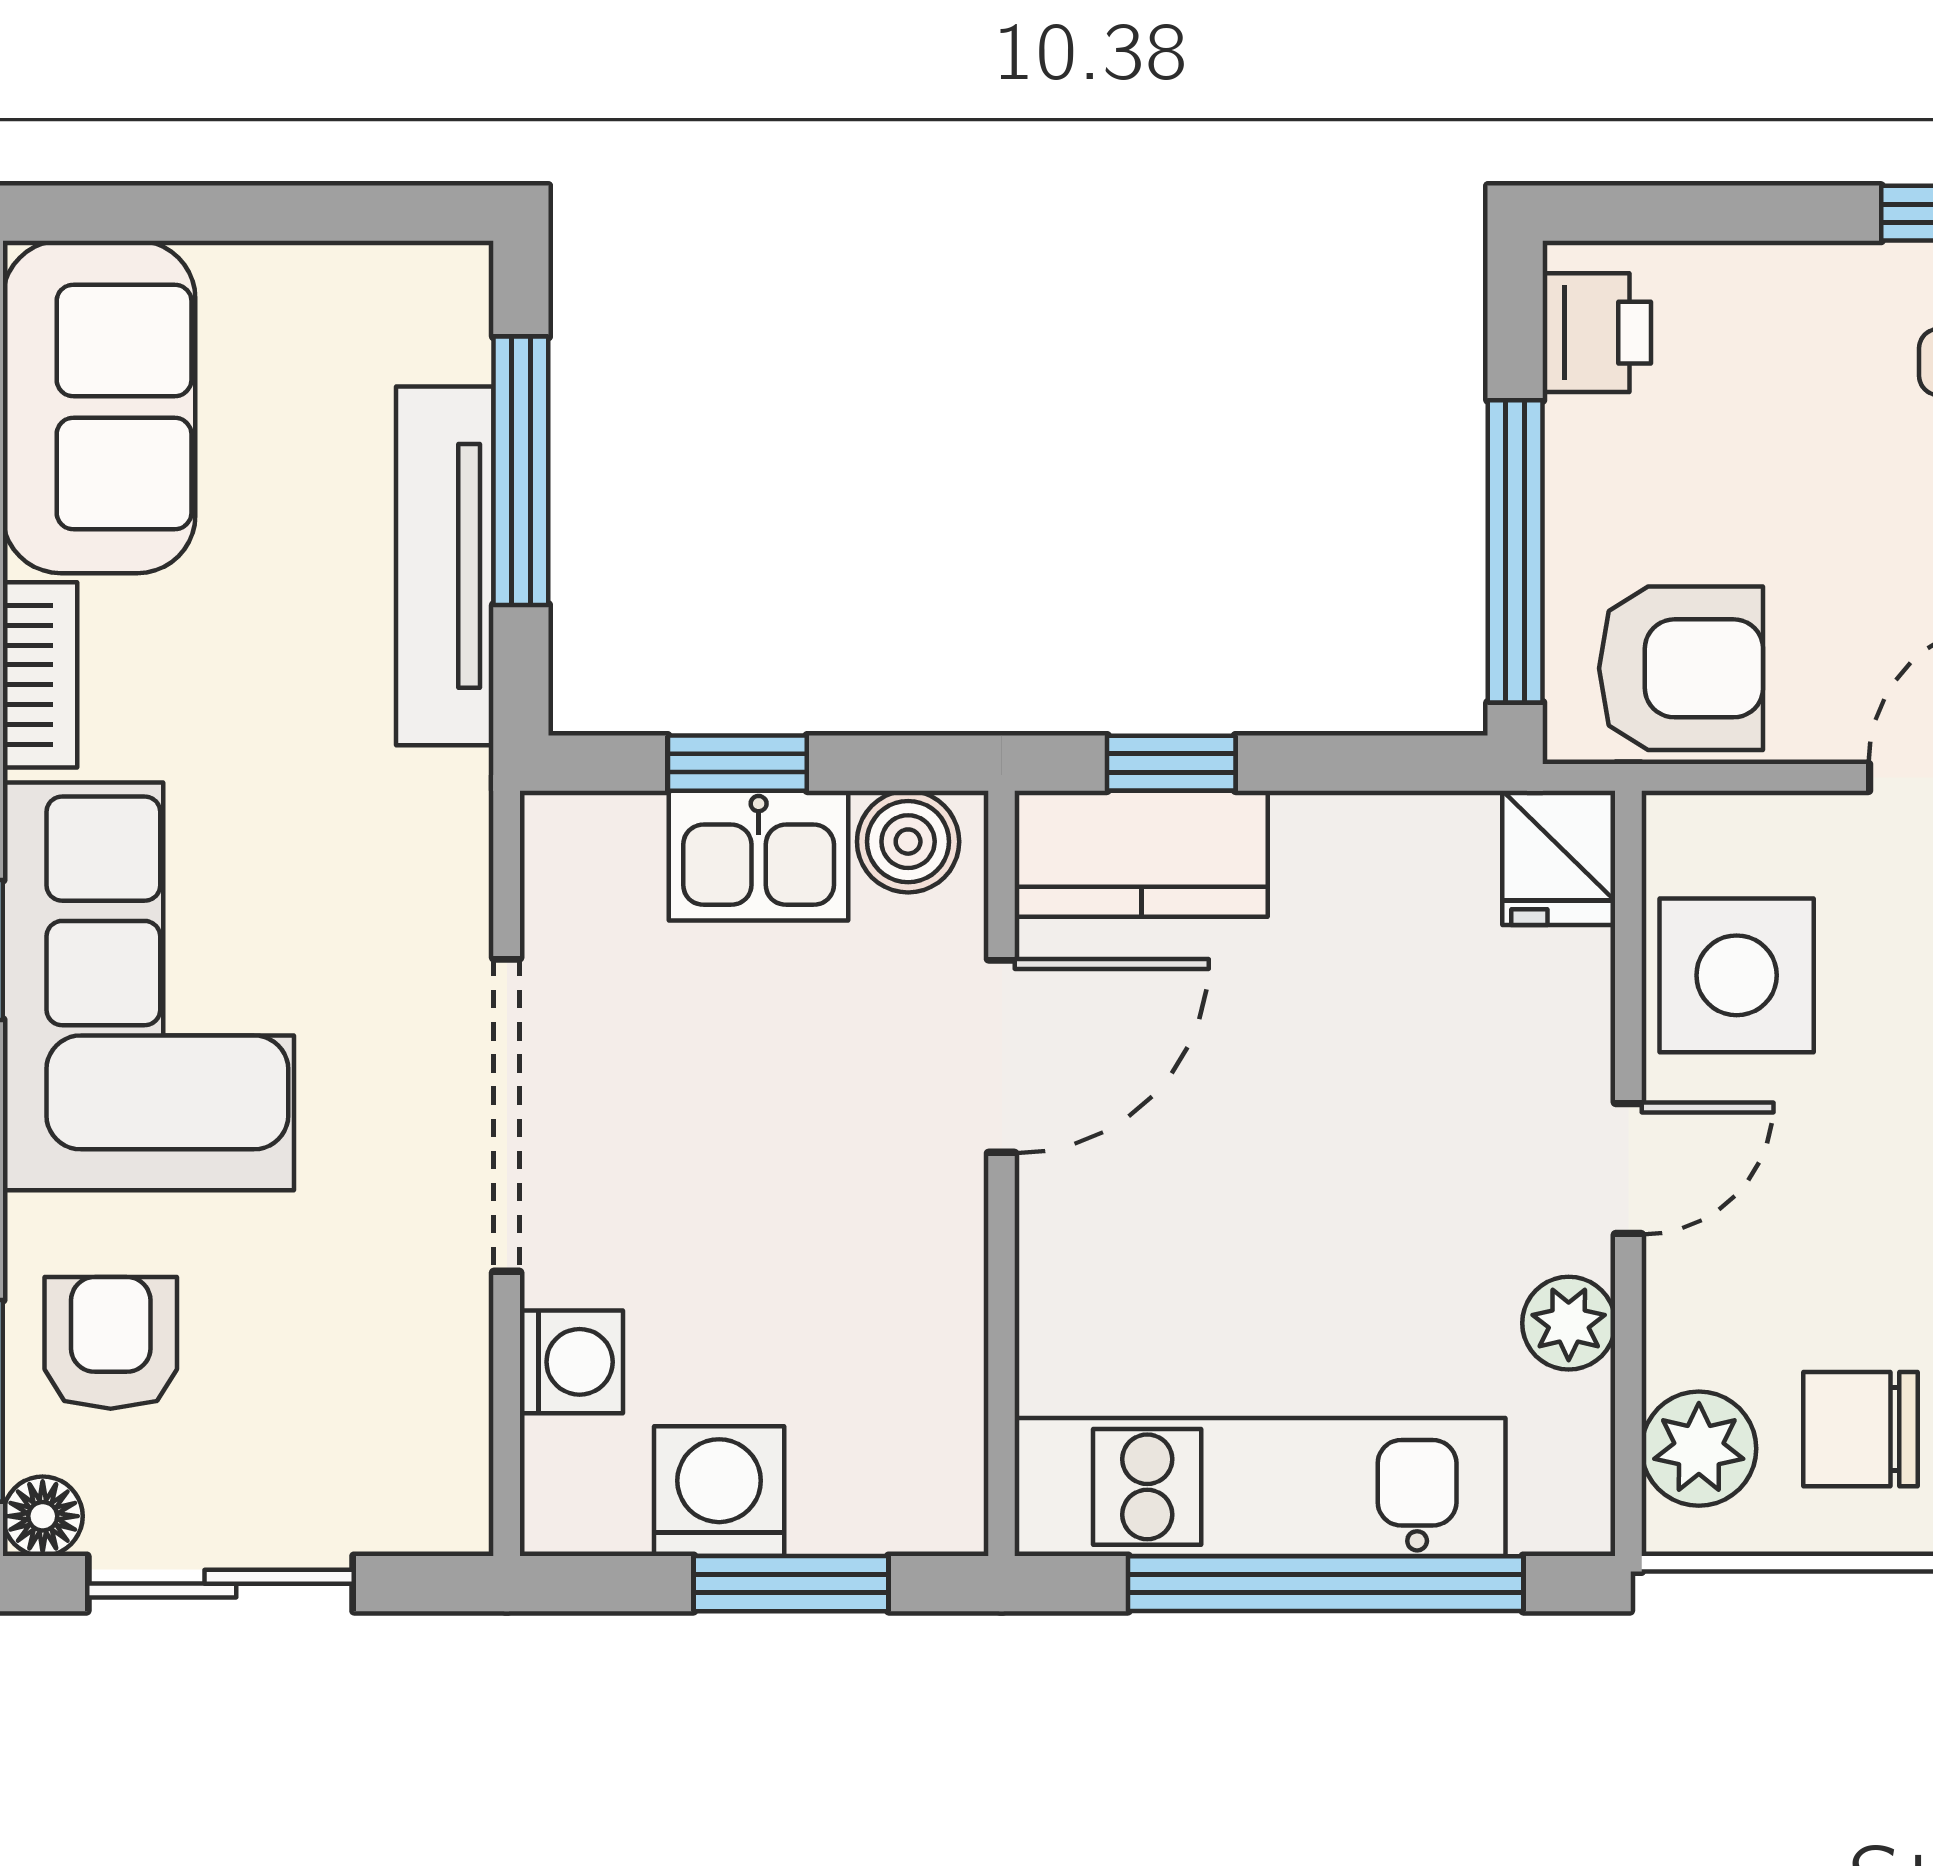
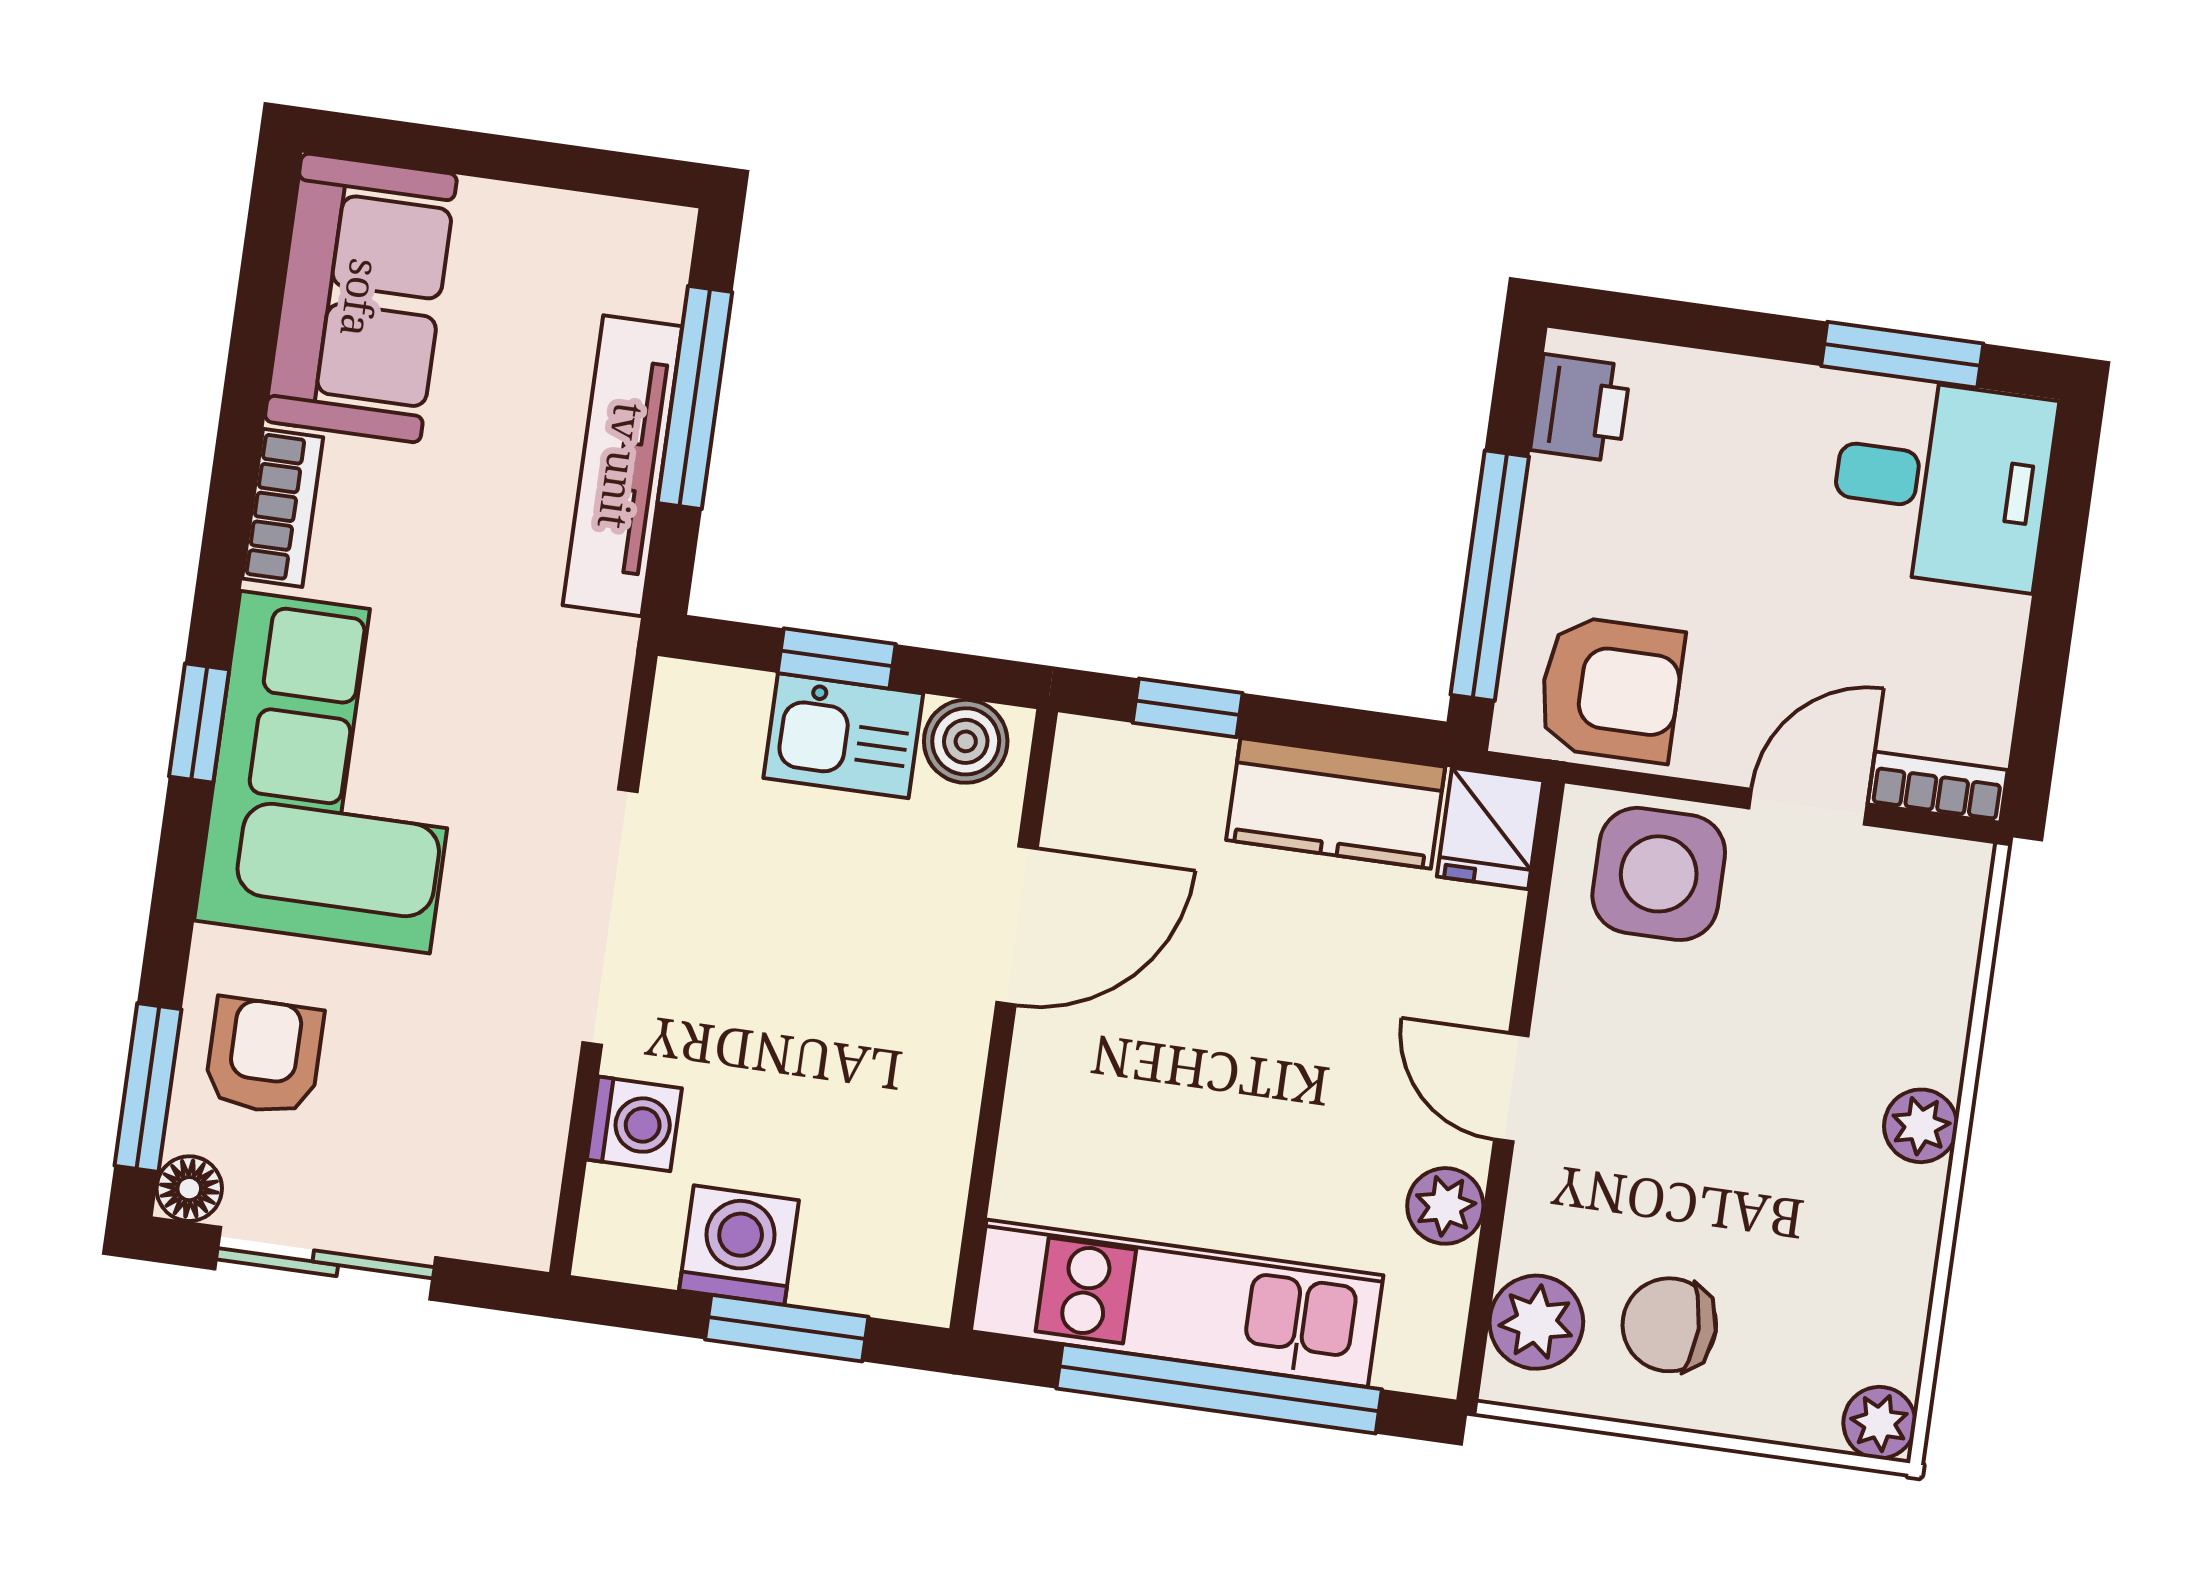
kitchen counter: (1141, 854) -> (1336, 803), moved
side table: (1737, 975) -> (1659, 874), moved
door: (1628, 1168) -> (1511, 1088), swing flipped

